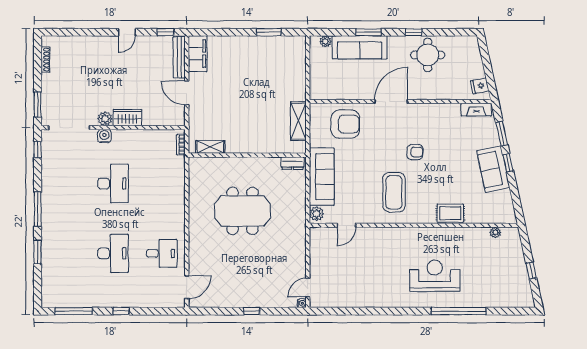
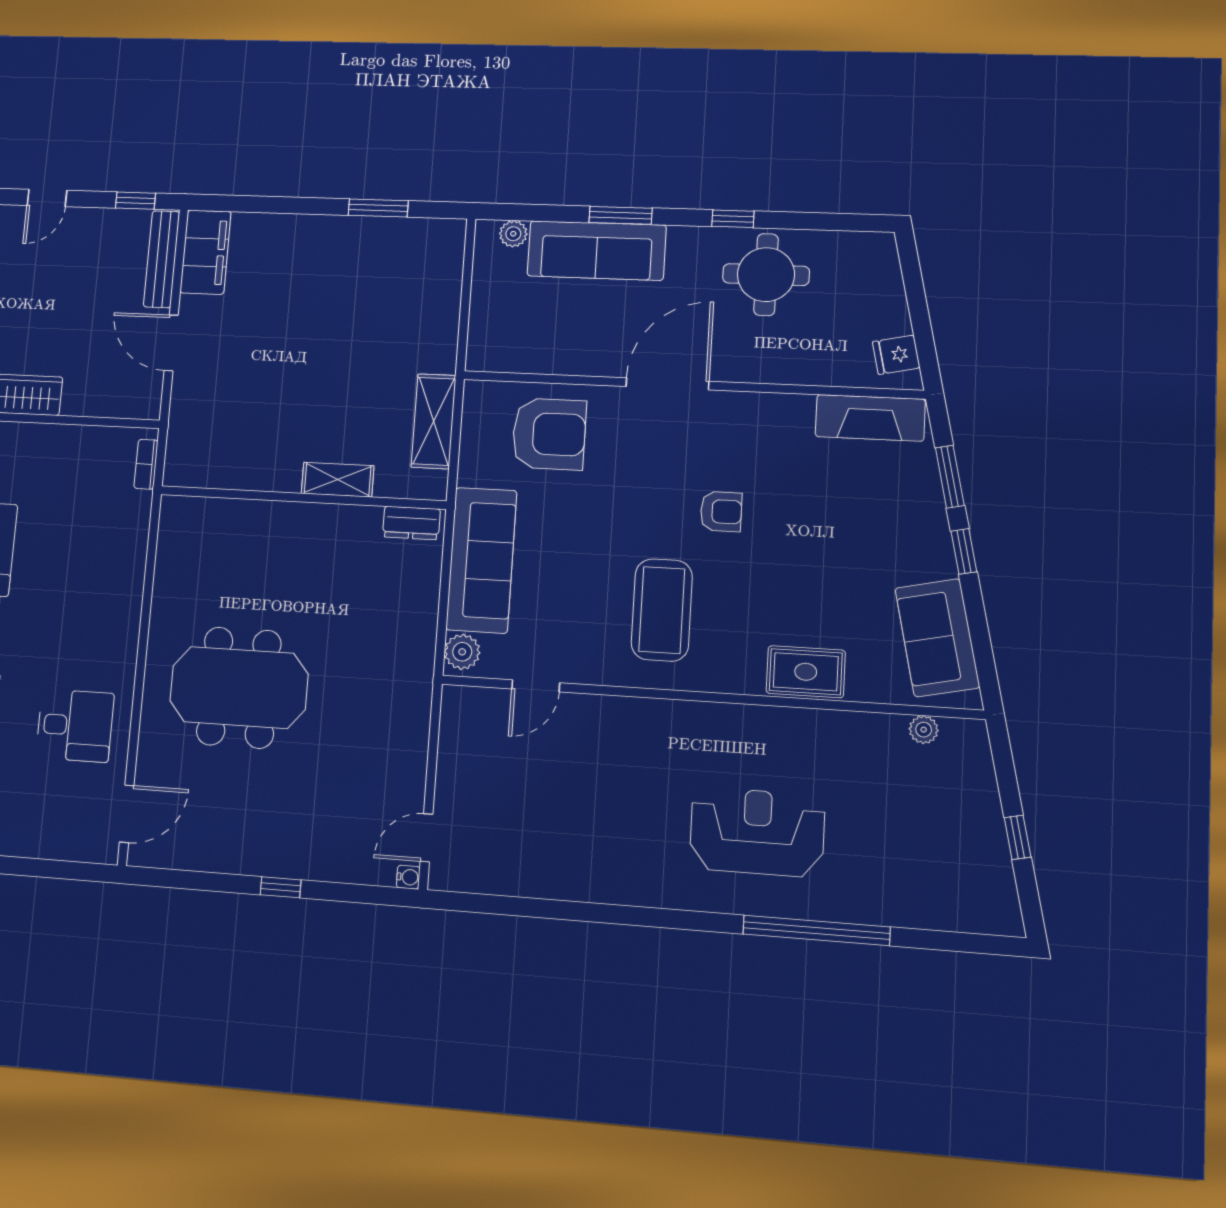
fireplace: (476, 110) -> (870, 418), width x1.37, depth x1.32
shelving: (210, 147) -> (338, 480), moved
sofa: (493, 169) -> (937, 638), moved
meeting table: (242, 211) -> (239, 688), moved

